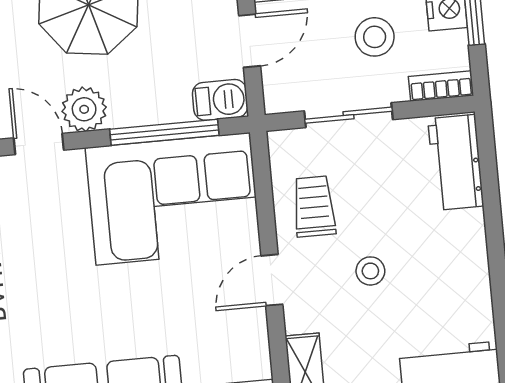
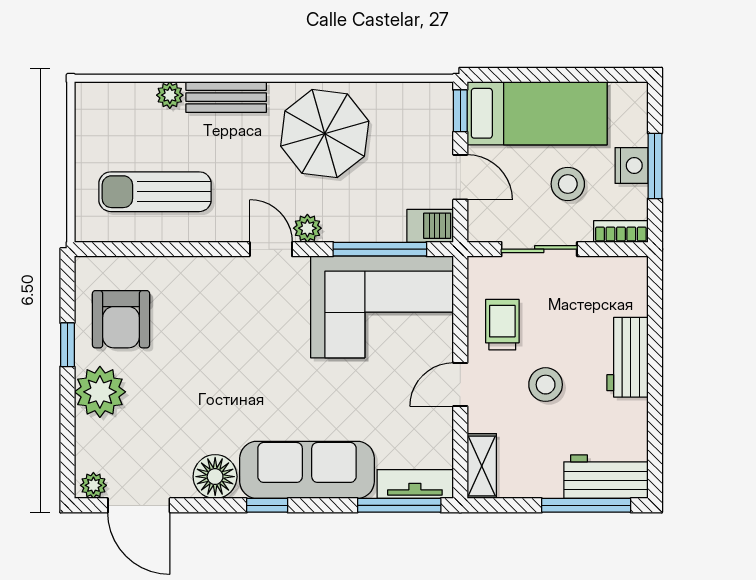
door: (250, 41) -> (460, 177), hinge flipped
plant: (84, 109) -> (307, 228), width x0.73, depth x0.73
workbench: (456, 162) -> (628, 357), moved
stool: (370, 271) -> (546, 385), width x1.37, depth x1.37

